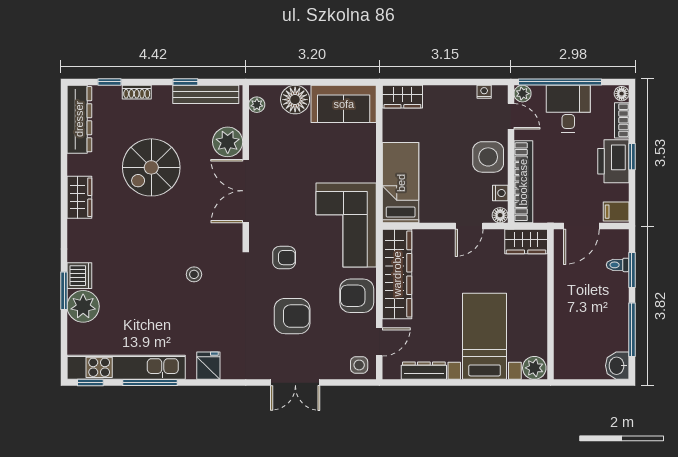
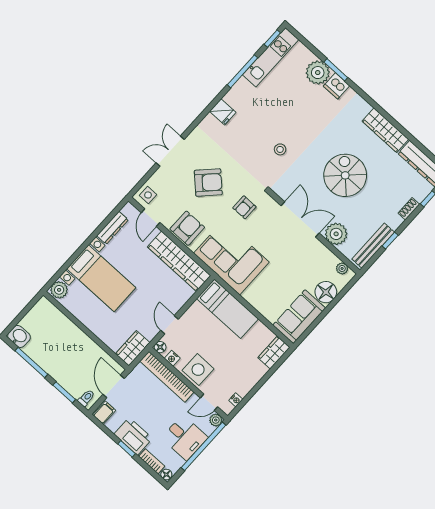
spiral stairs: (151, 167) -> (345, 175), moved
wardrobe: (79, 197) -> (385, 130), width x1.50
toilet: (618, 265) -> (86, 398), moved
armchair: (292, 316) -> (208, 183), turned -136
kitchen unit: (126, 367) -> (271, 57), width x0.73

